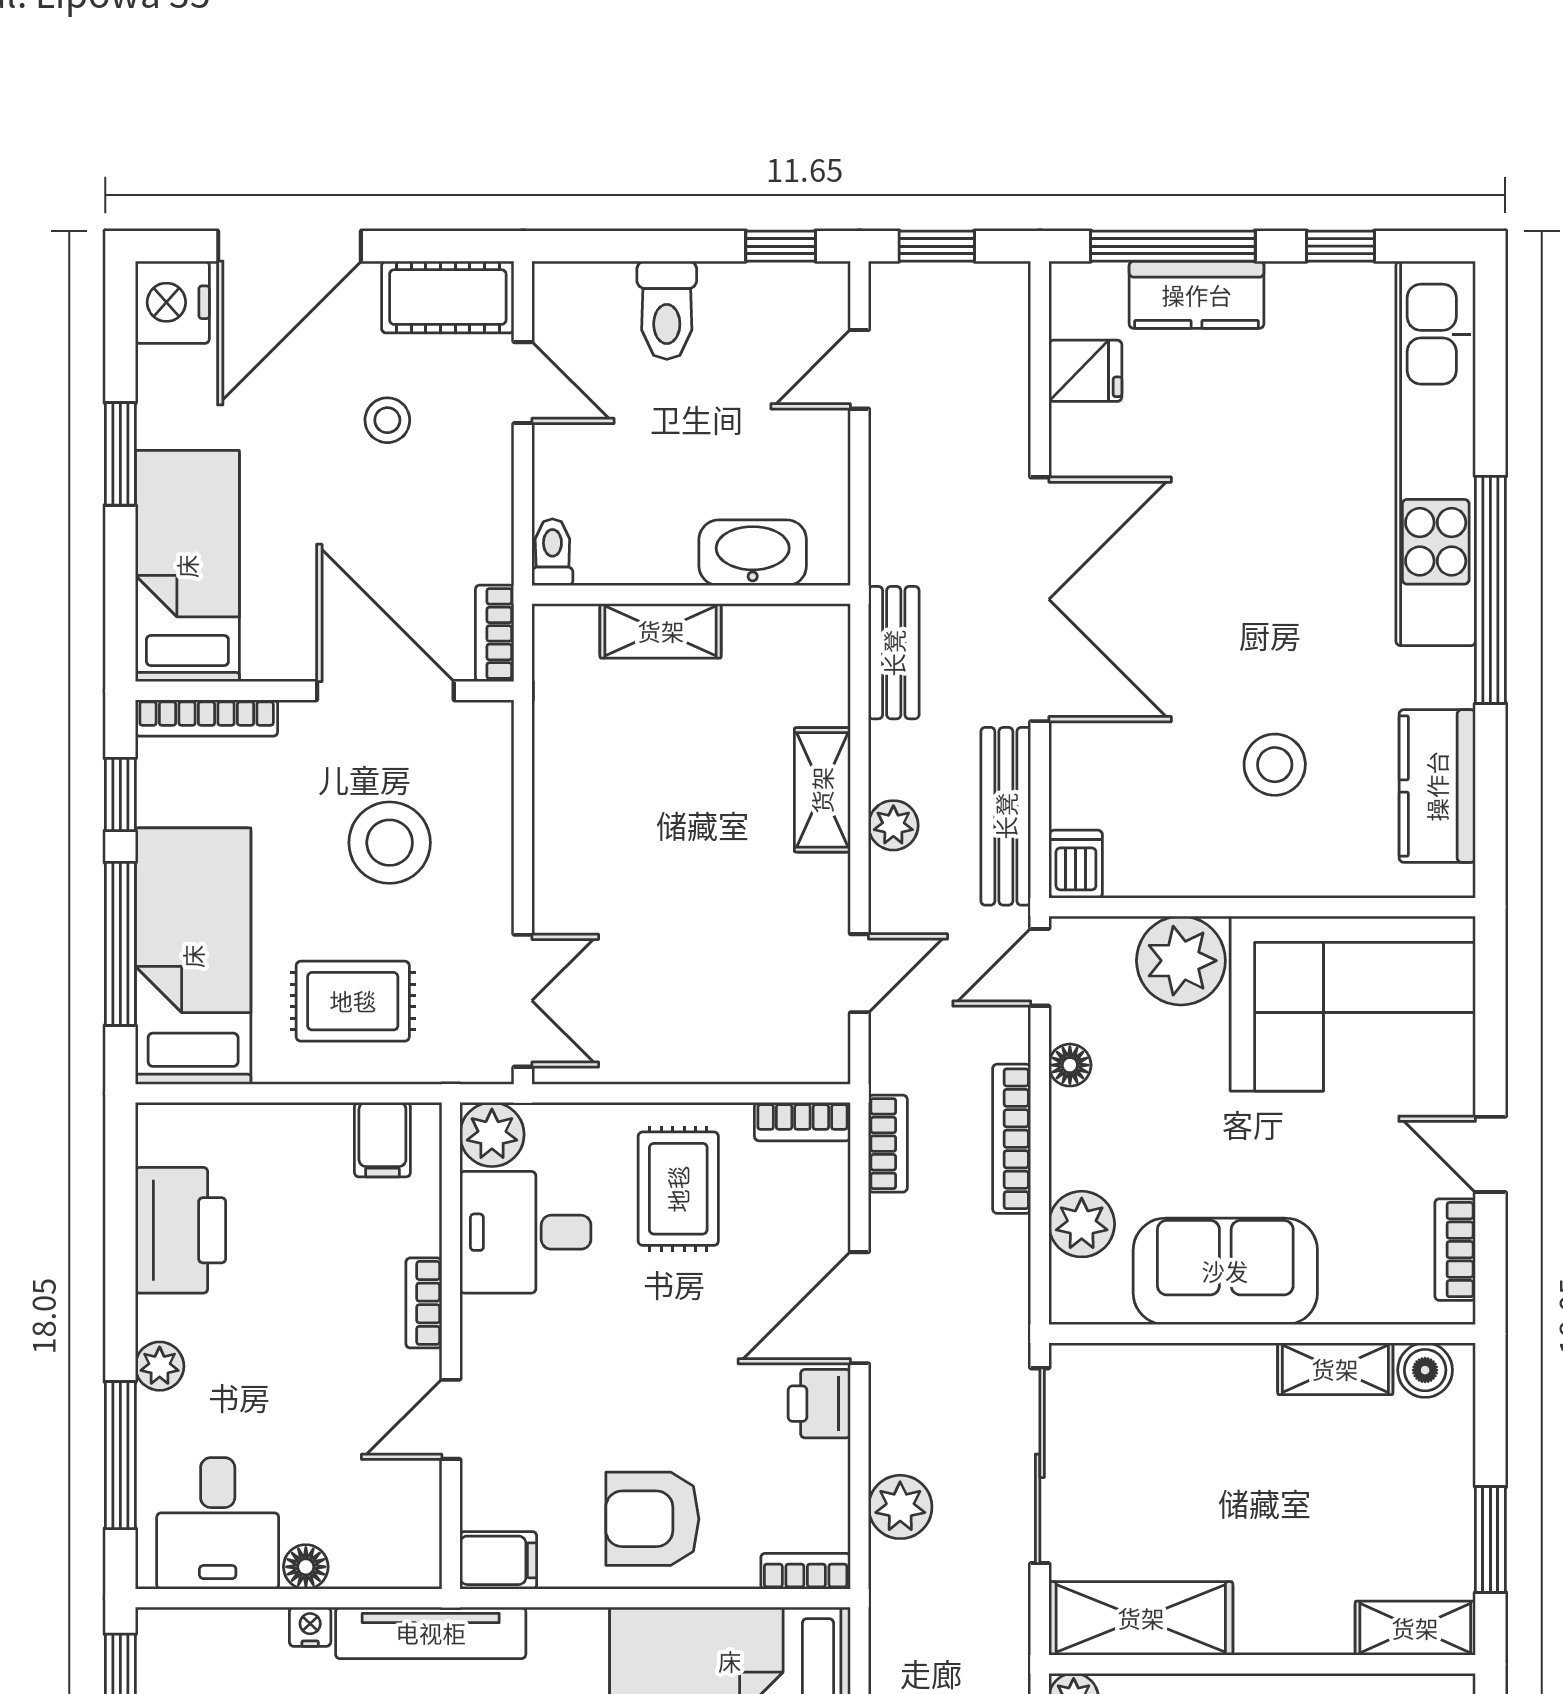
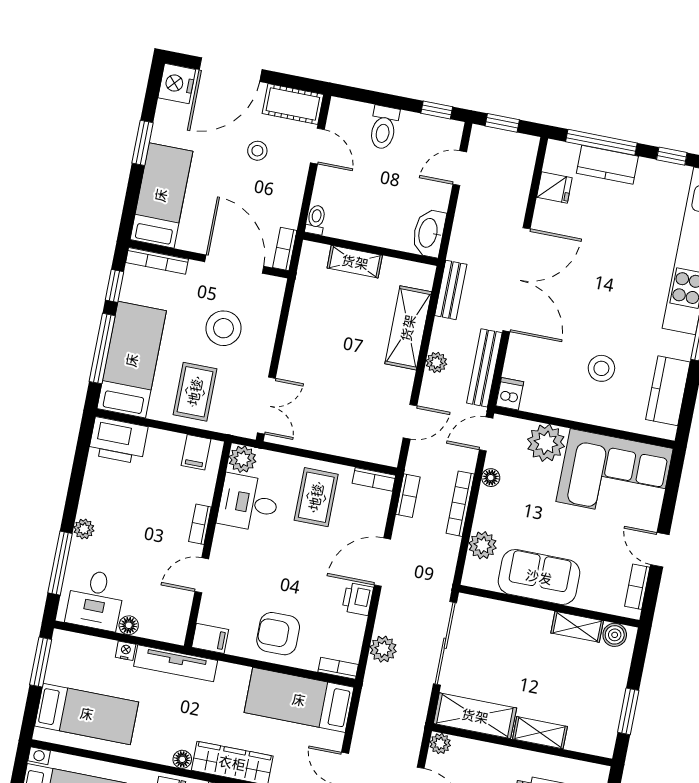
washbasin: (753, 553) -> (429, 233), moved, turned -90
shelving: (822, 790) -> (408, 328), width x1.50, depth x1.33
rug: (353, 1001) -> (195, 392), turned 90
printer: (181, 1230) -> (118, 440), moved, turned 90
shelving: (1415, 1628) -> (540, 733), moved

